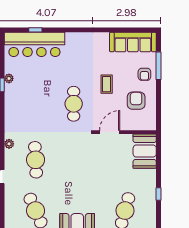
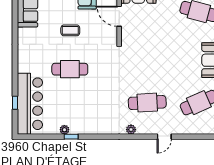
cafe table: (74, 104) -> (70, 69), moved
door: (110, 132) -> (119, 16), moved

